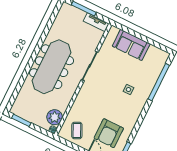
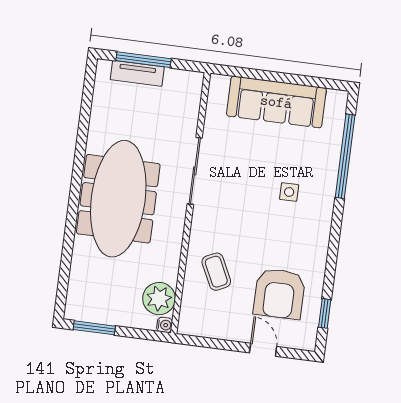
tv unit: (96, 22) -> (137, 73), moved
sofa: (131, 45) -> (276, 102), width x1.36
coffee table: (77, 131) -> (216, 272), moved

